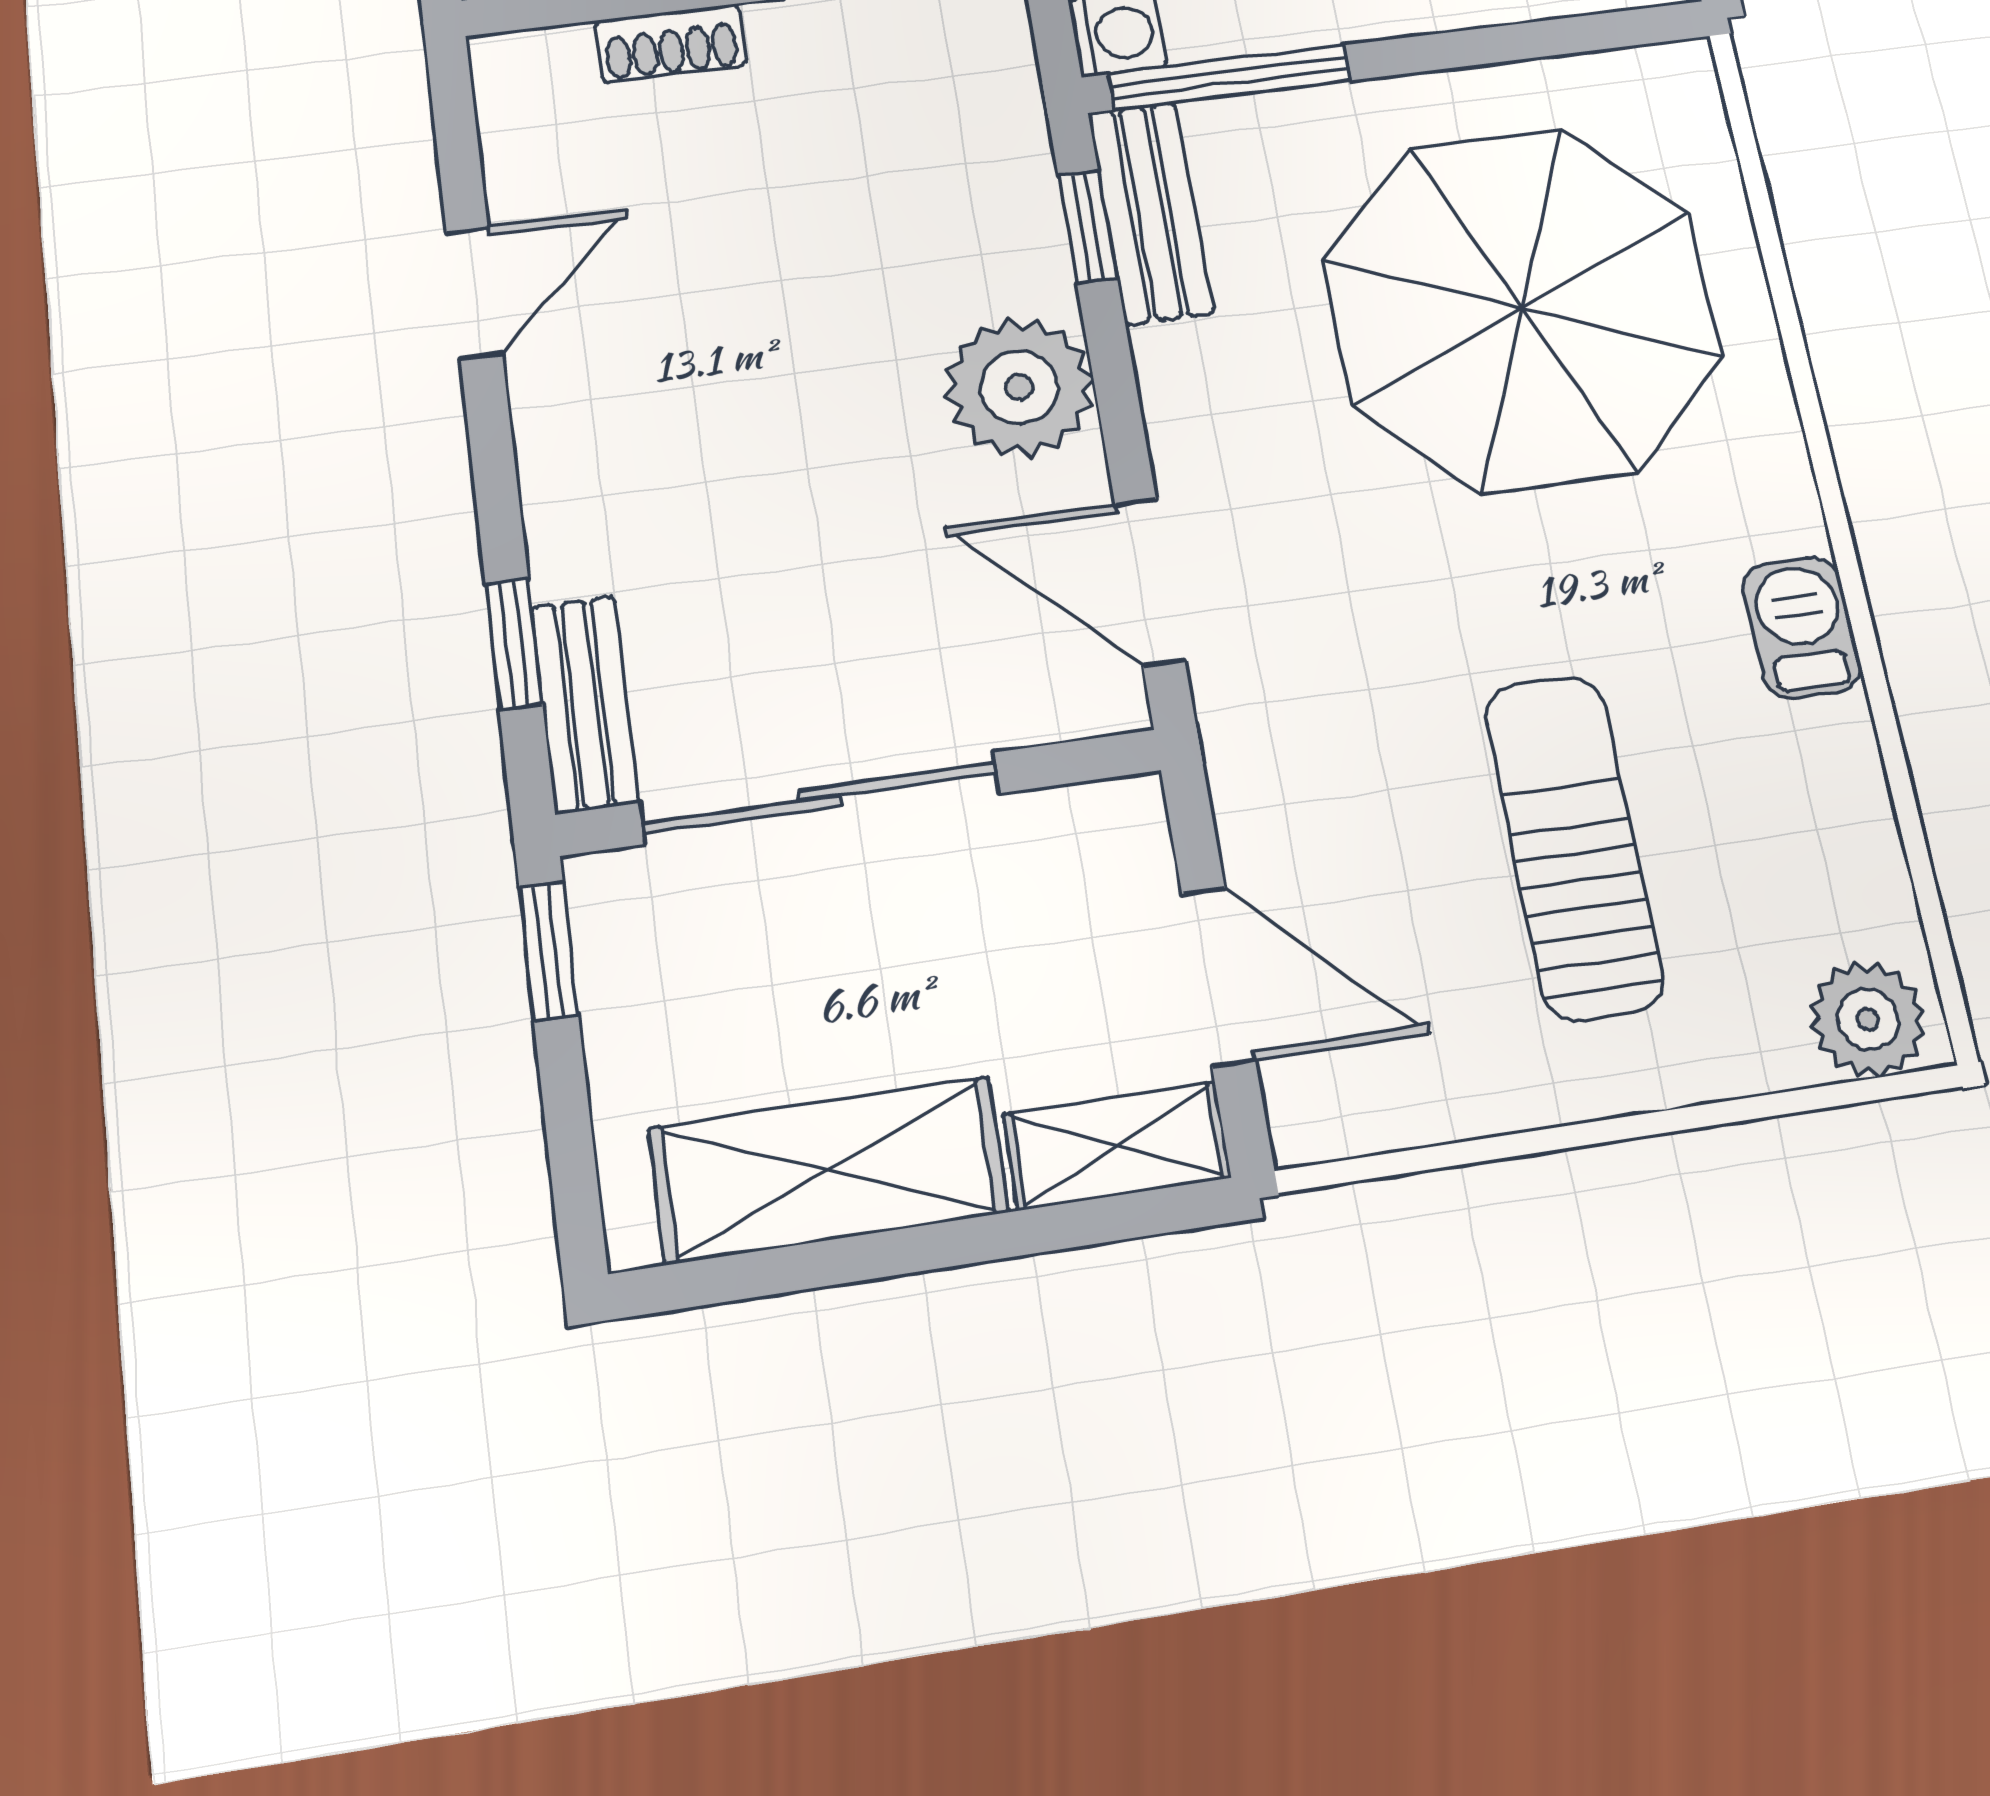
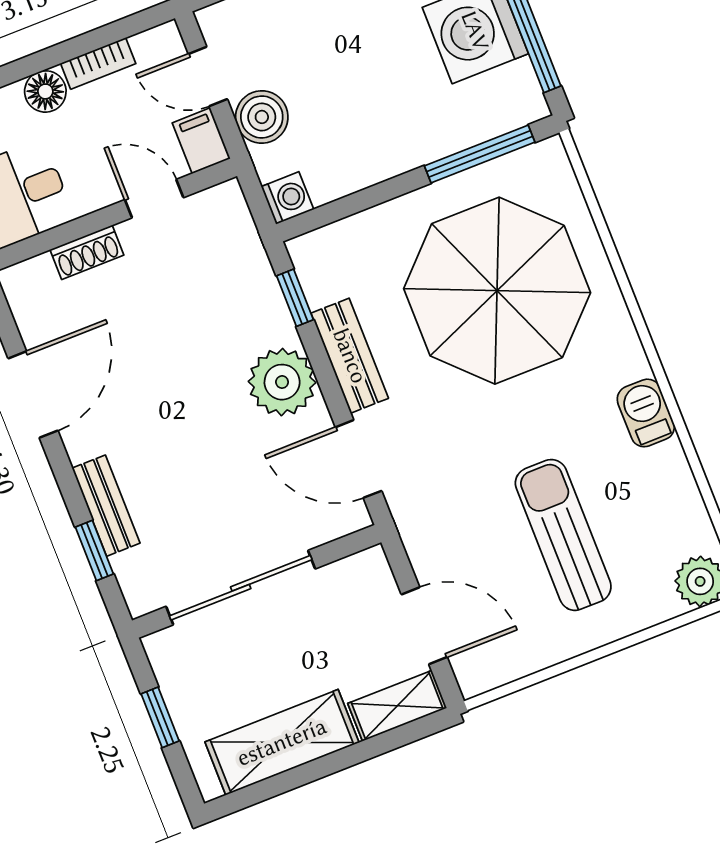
window: (1230, 77) -> (480, 154), moved
bench: (1150, 213) -> (350, 356), moved
door: (474, 293) -> (33, 395), width x1.38
bench: (585, 704) -> (106, 506), moved
window: (549, 951) -> (160, 717), moved

